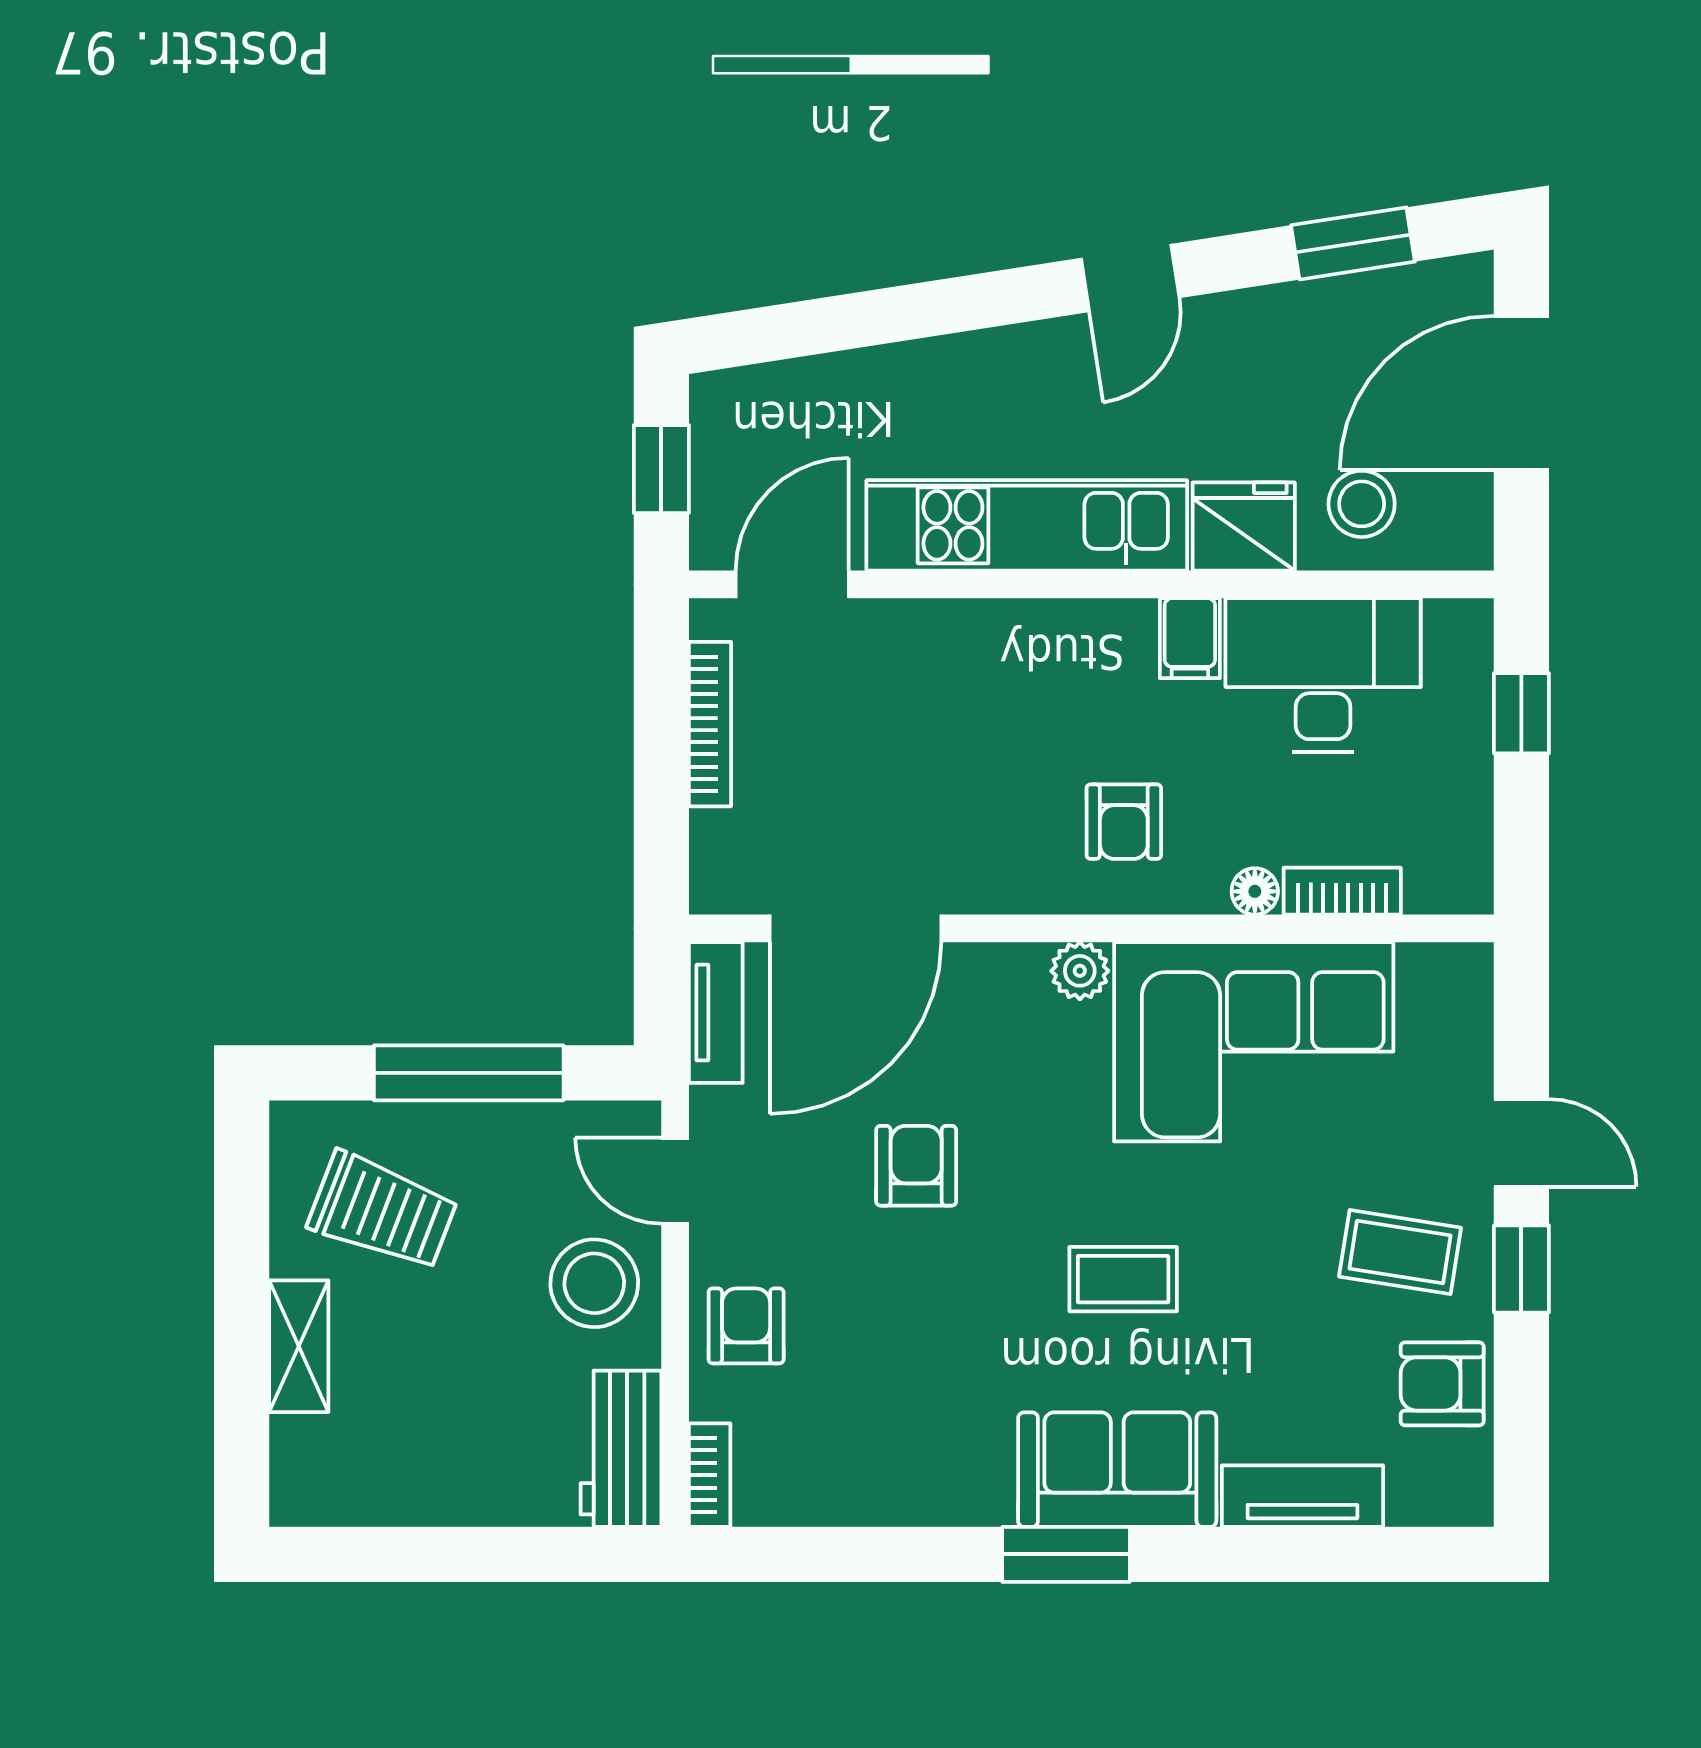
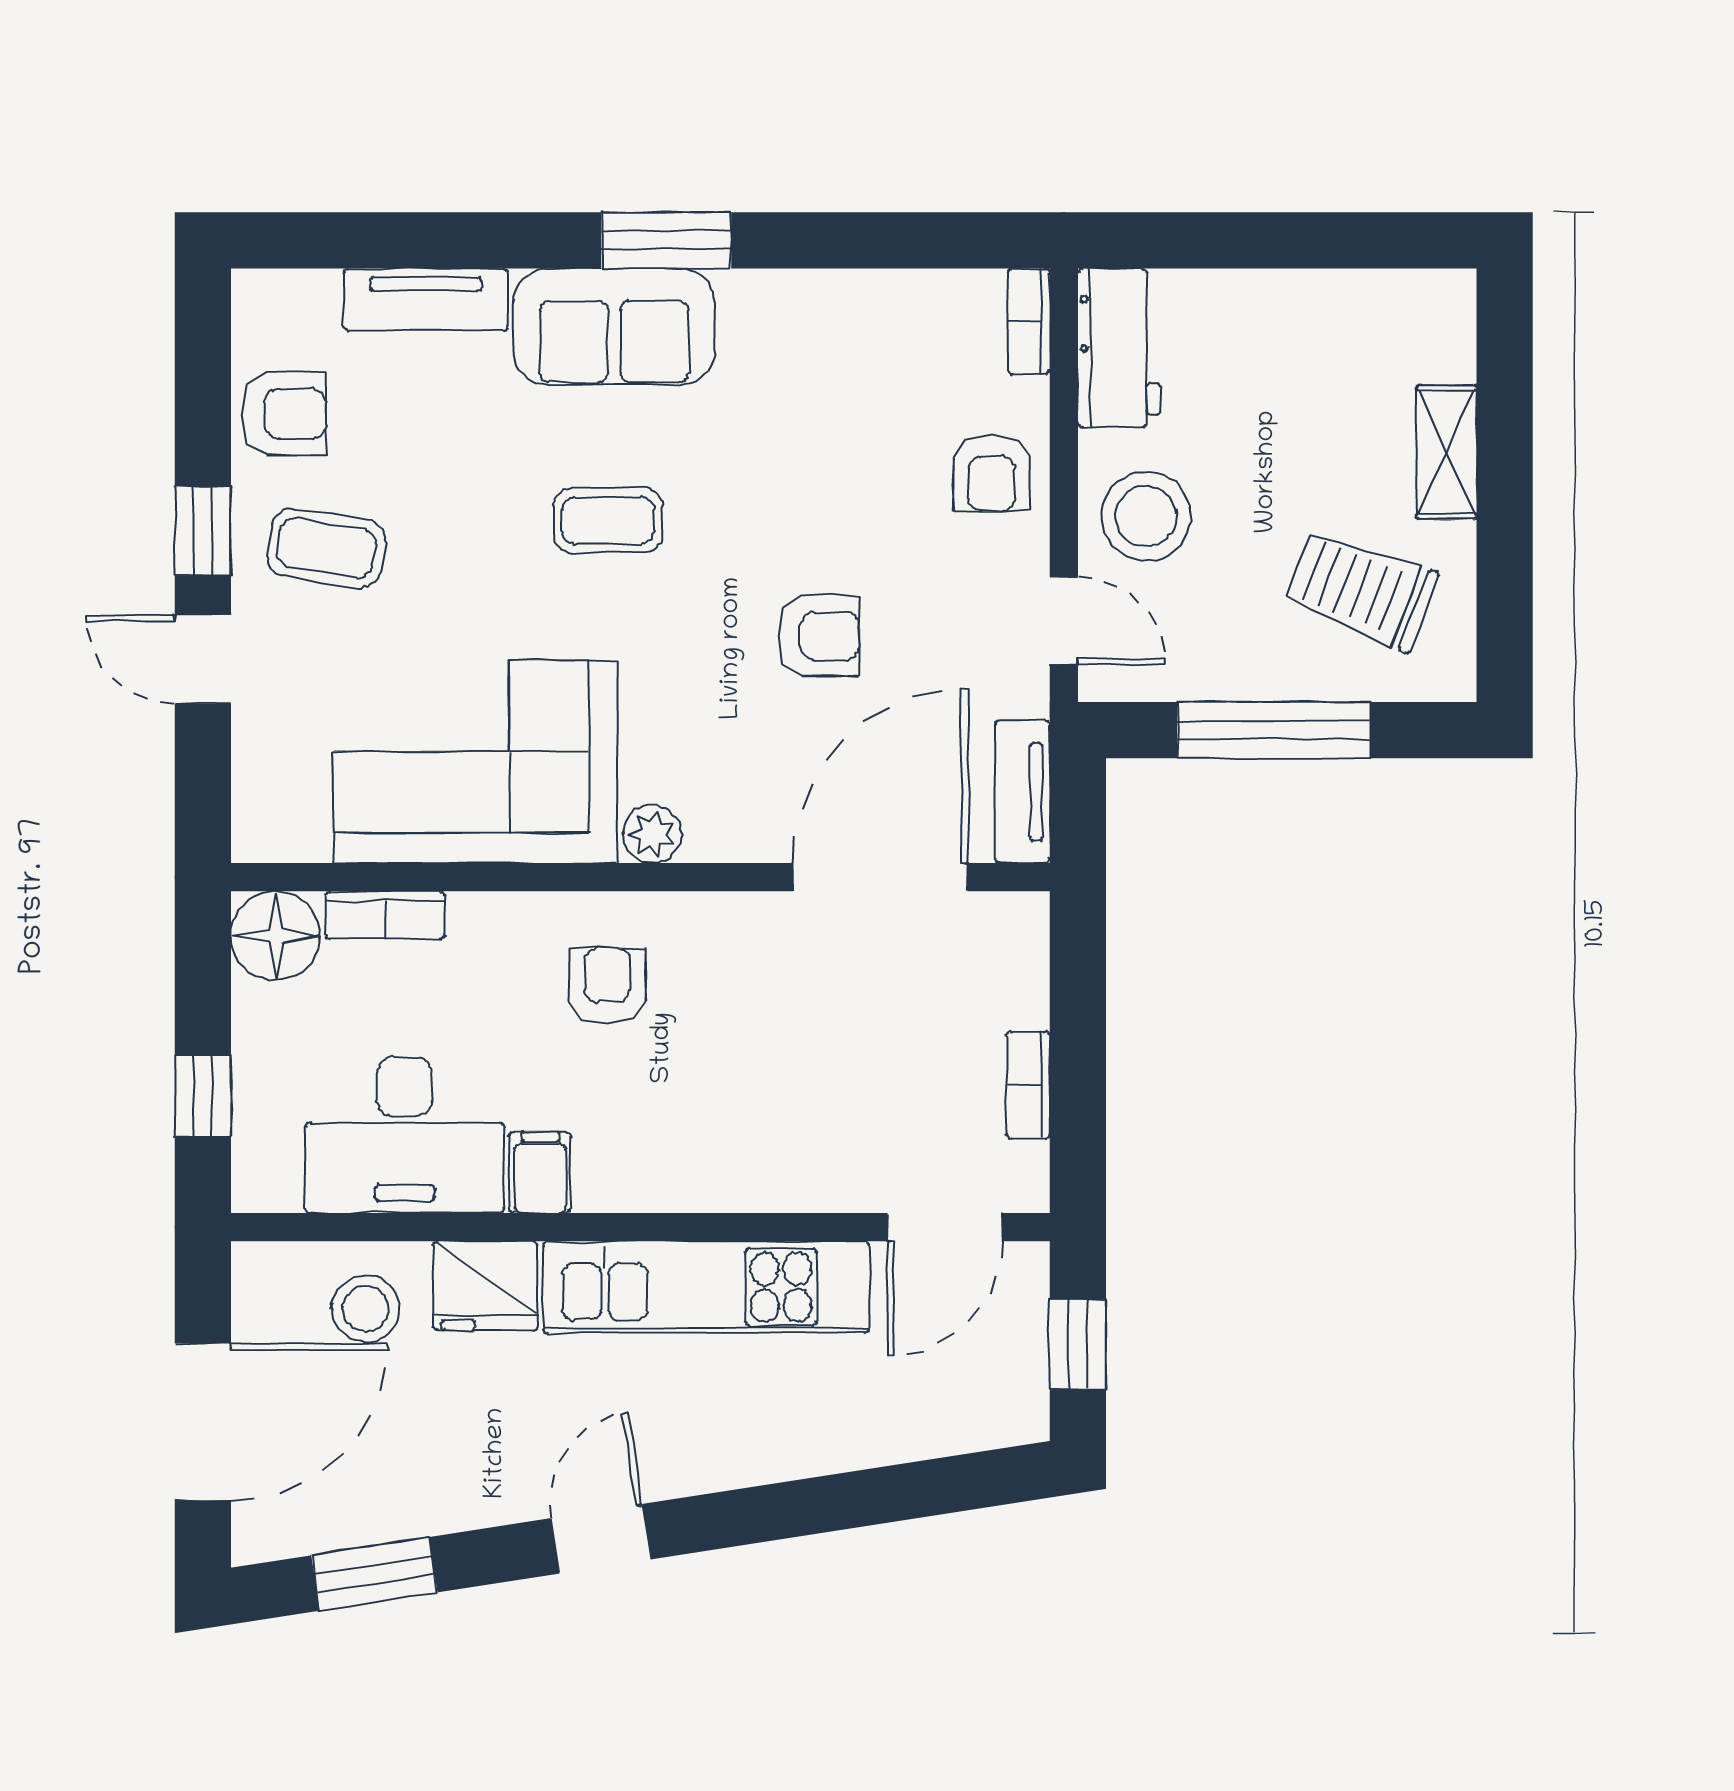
bookcase: (710, 724) -> (1028, 1085), width x0.64
floor lamp: (1255, 891) -> (276, 936), moved, width x1.89, depth x1.89
armchair: (916, 1166) -> (819, 636), turned -90

